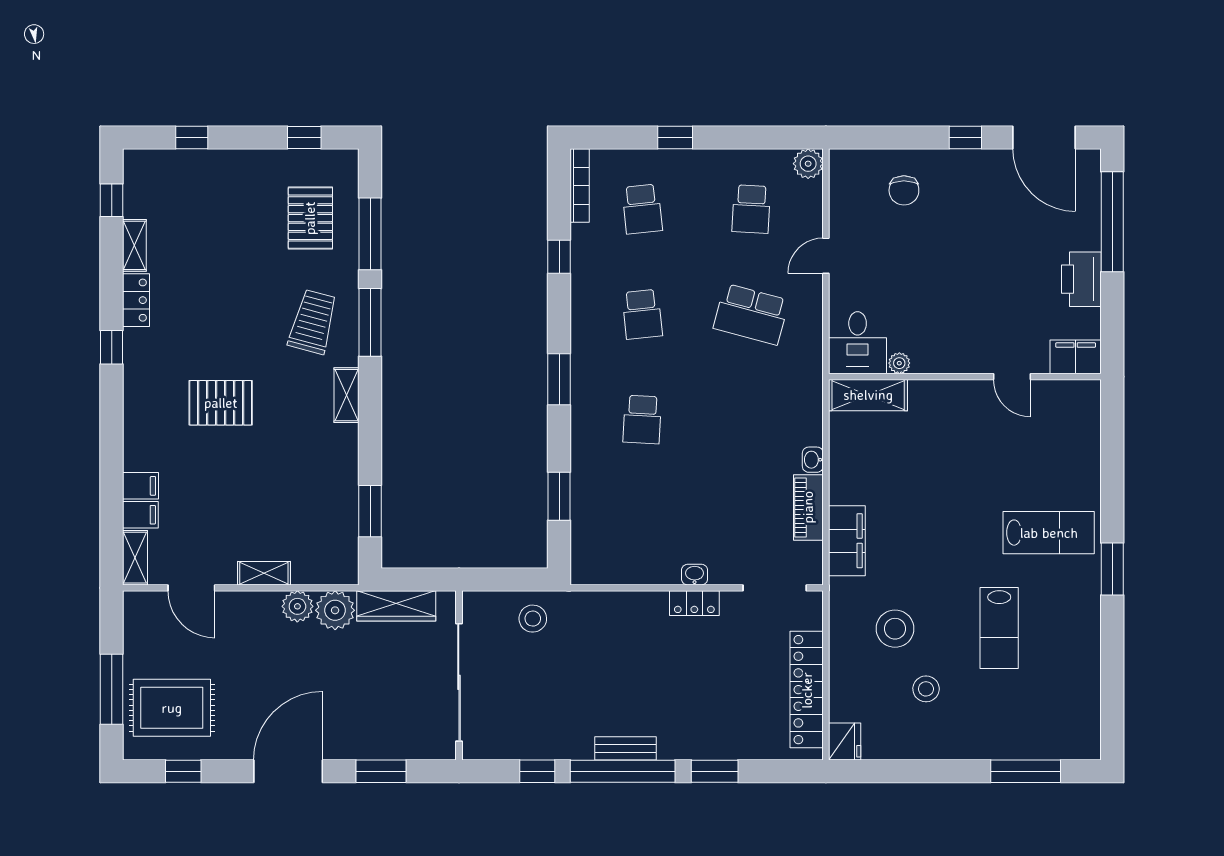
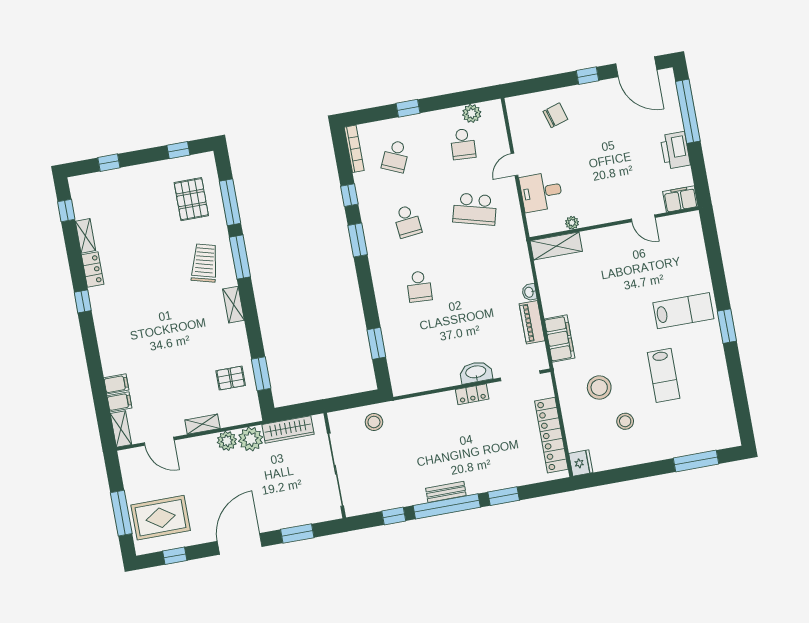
plant: (808, 164) -> (472, 113), moved
chair: (904, 190) -> (555, 115), turned -107
school desk: (642, 209) -> (396, 156), turned 30
desk: (858, 343) -> (541, 192), moved, turned 90
window: (559, 379) -> (358, 240), moved
pallet: (221, 403) -> (231, 378), moved, width x0.67, depth x0.71
washbasin: (695, 575) -> (476, 372), width x1.91, depth x1.45

